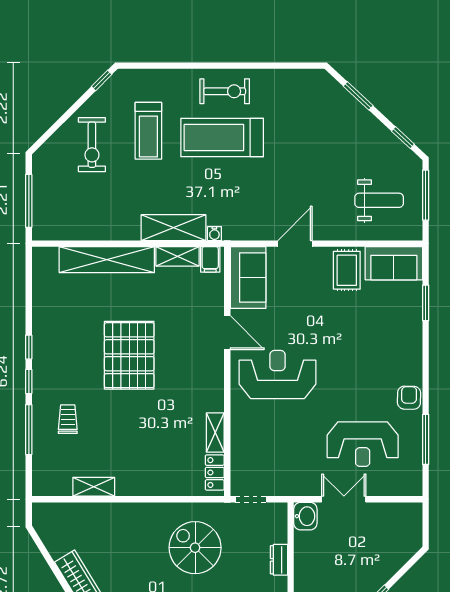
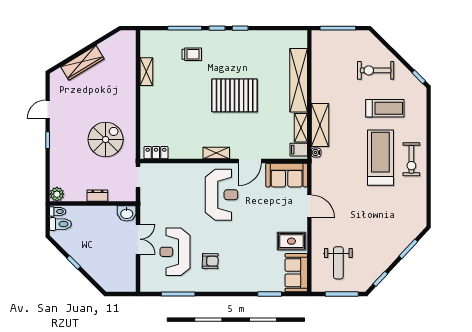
treadmill: (148, 131) -> (385, 108), turned 180
armchair: (409, 398) -> (210, 261), moved
shelving: (215, 433) -> (216, 153), moved

